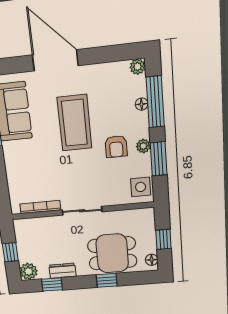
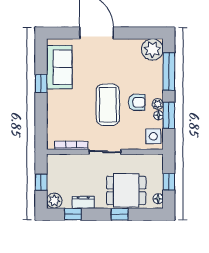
plant: (138, 67) -> (152, 49), width x1.88, depth x1.88
floor lamp: (142, 104) -> (159, 115), moved
coffee table: (74, 123) -> (108, 105), moved
armchair: (116, 147) -> (137, 102), turned -90

